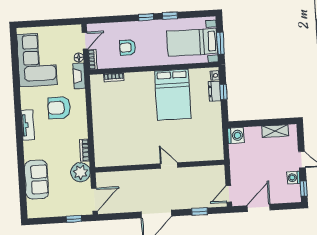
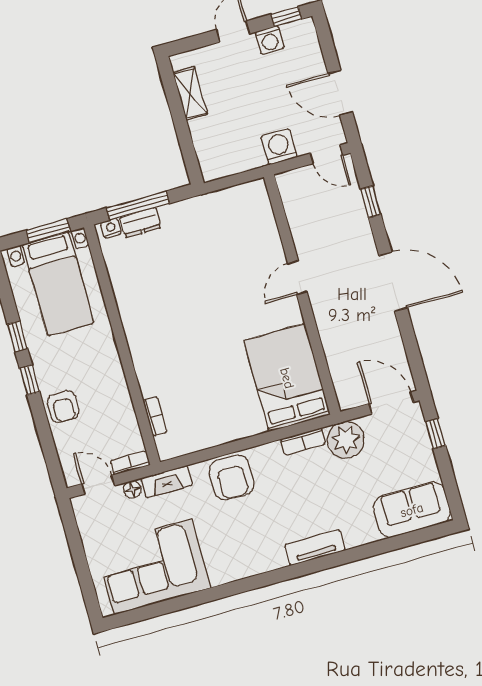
armchair: (128, 48) -> (63, 407), moved
window: (223, 92) -> (138, 206), width x2.17
bed: (173, 95) -> (287, 378), moved, turned -90
armchair: (59, 108) -> (232, 477), moved
tv unit: (28, 125) -> (315, 547), moved
washing machine: (236, 135) -> (279, 147), moved
sofa: (36, 180) -> (412, 510), moved

